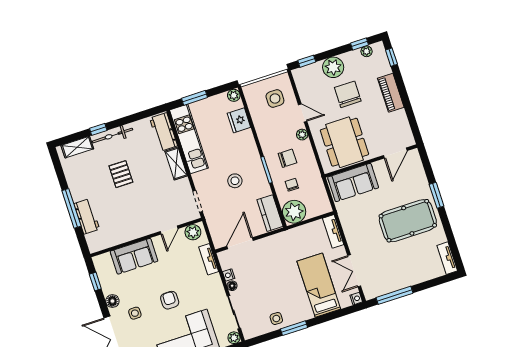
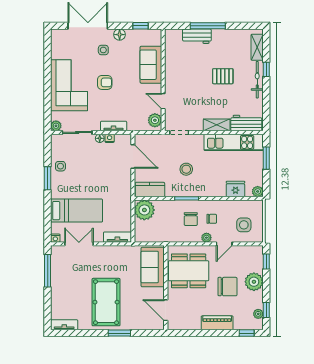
chair: (292, 185) -> (212, 219), moved
tv unit: (209, 259) -> (114, 126), moved

